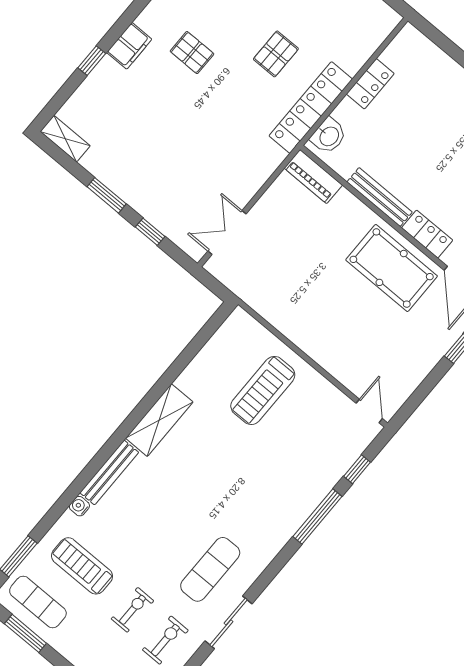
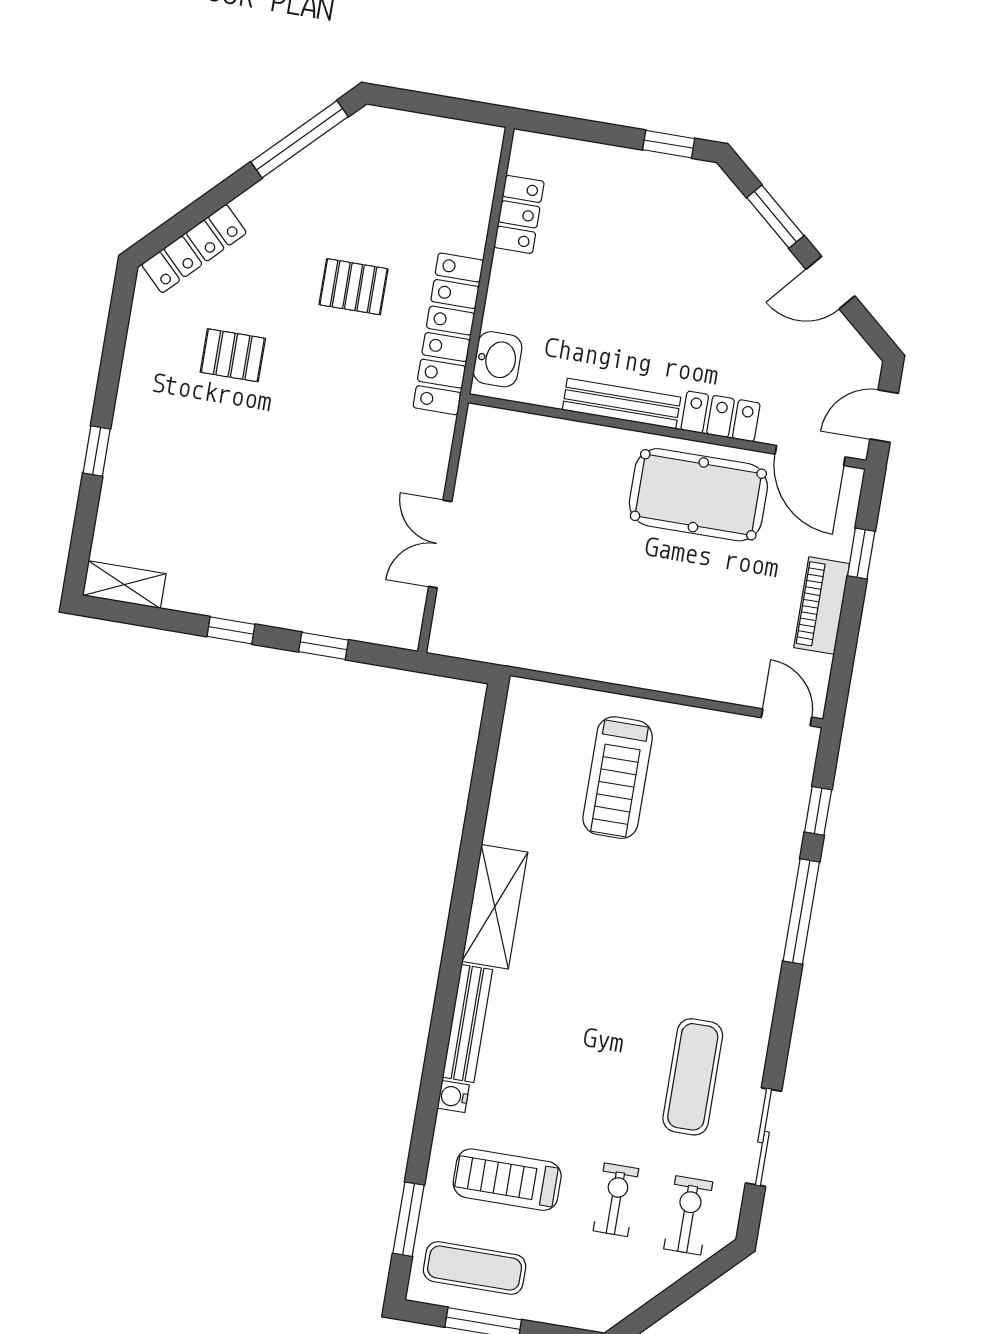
filing cabinet: (129, 46) -> (138, 398), removed
pallet: (276, 54) -> (354, 287), turned 90
locker: (370, 84) -> (519, 214), moved
piano: (313, 177) -> (822, 606), moved, turned 90
window: (107, 195) -> (231, 630), width x0.67
double door: (227, 232) -> (440, 544), moved

